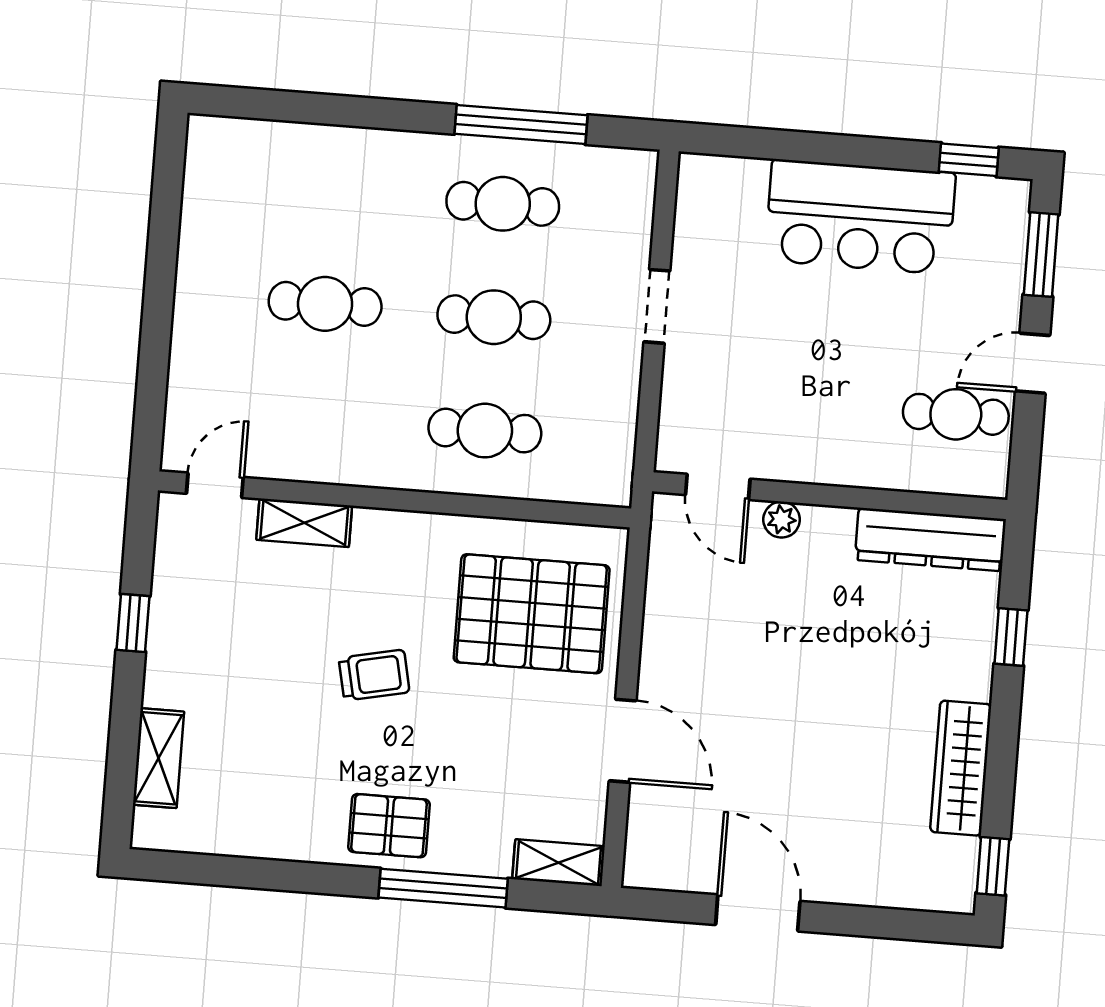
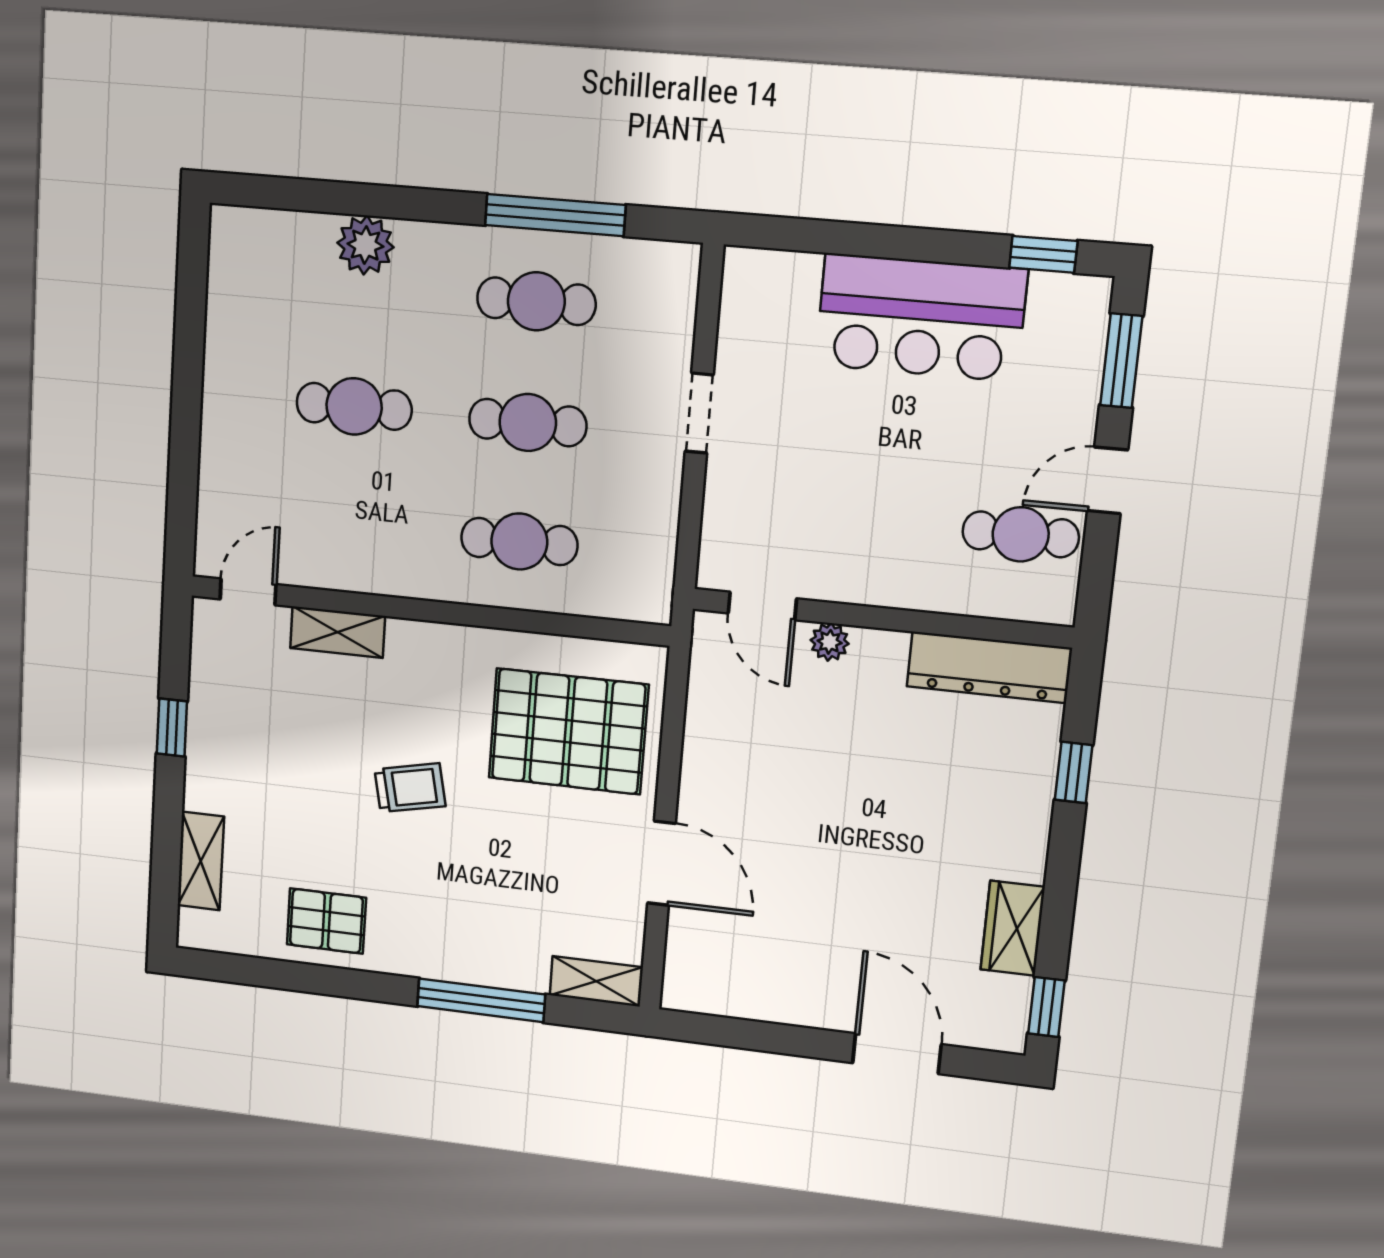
plant: (339, 152) -> (365, 245), added
wardrobe: (961, 768) -> (1013, 928), width x0.67
pallet: (389, 826) -> (326, 921), moved
door: (758, 913) -> (897, 1054), moved

